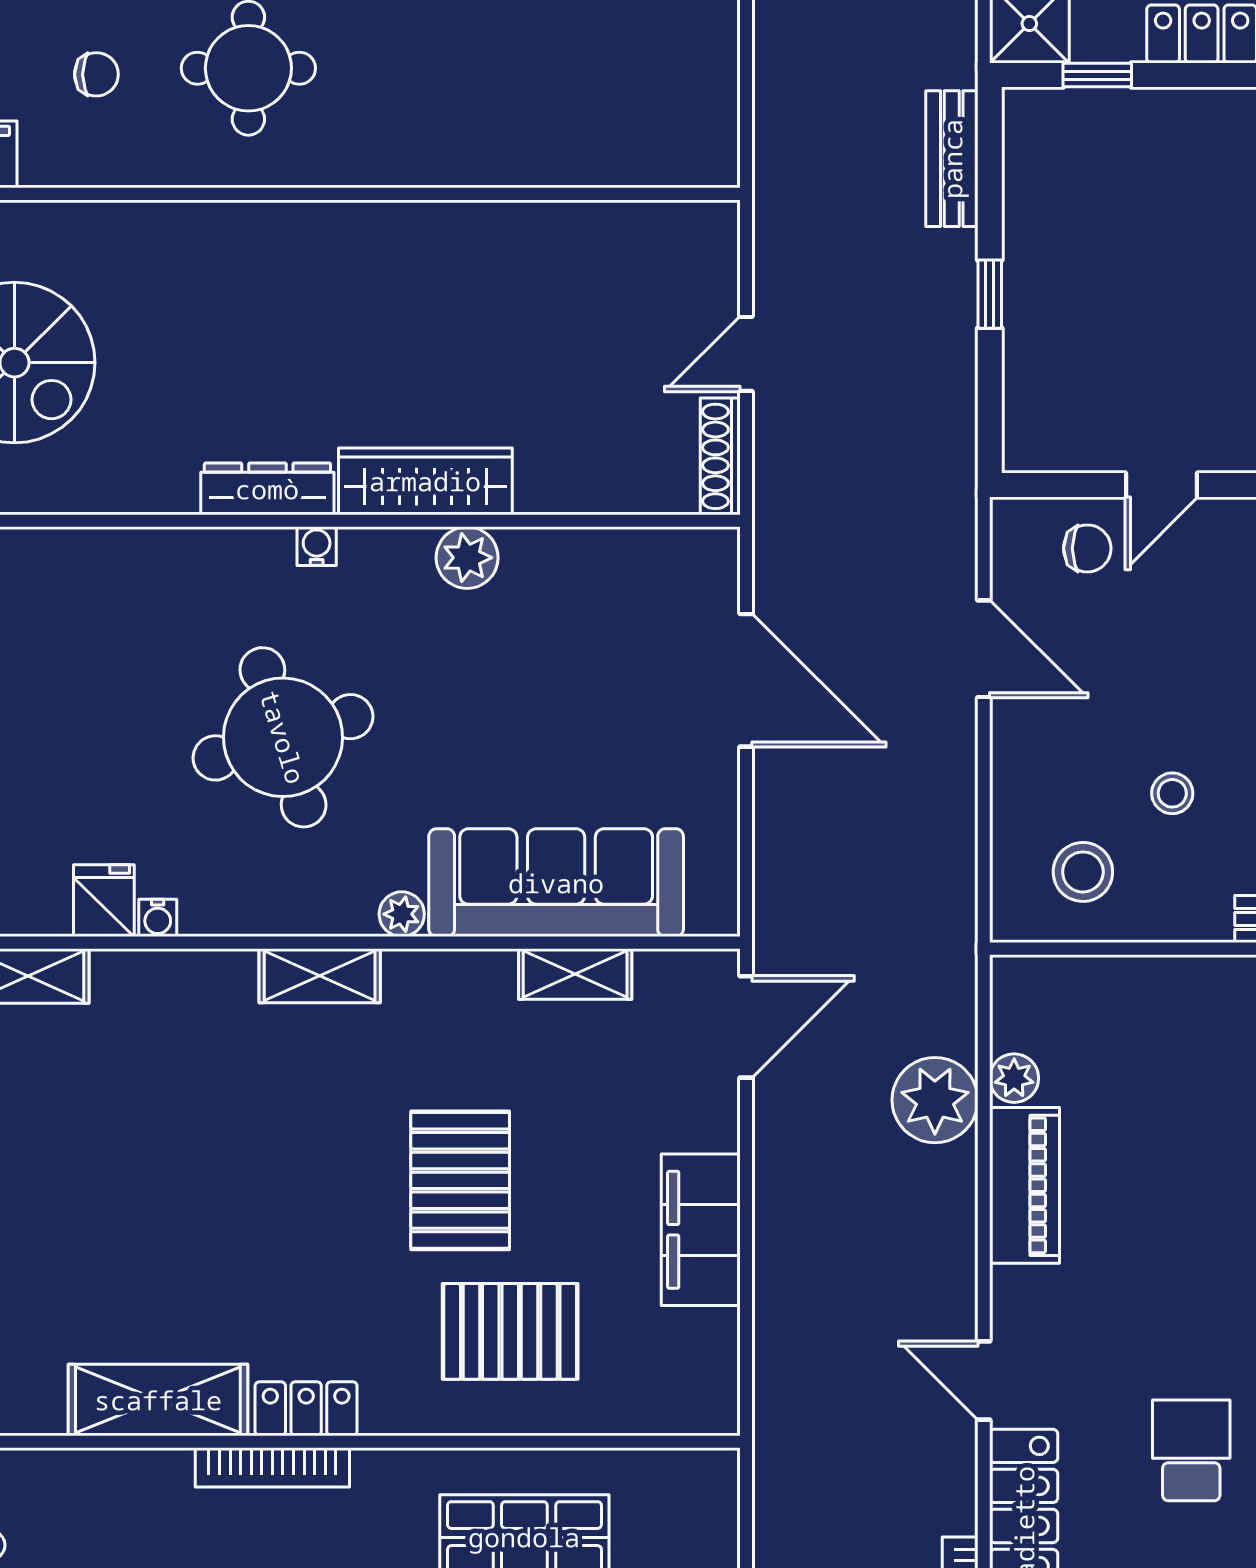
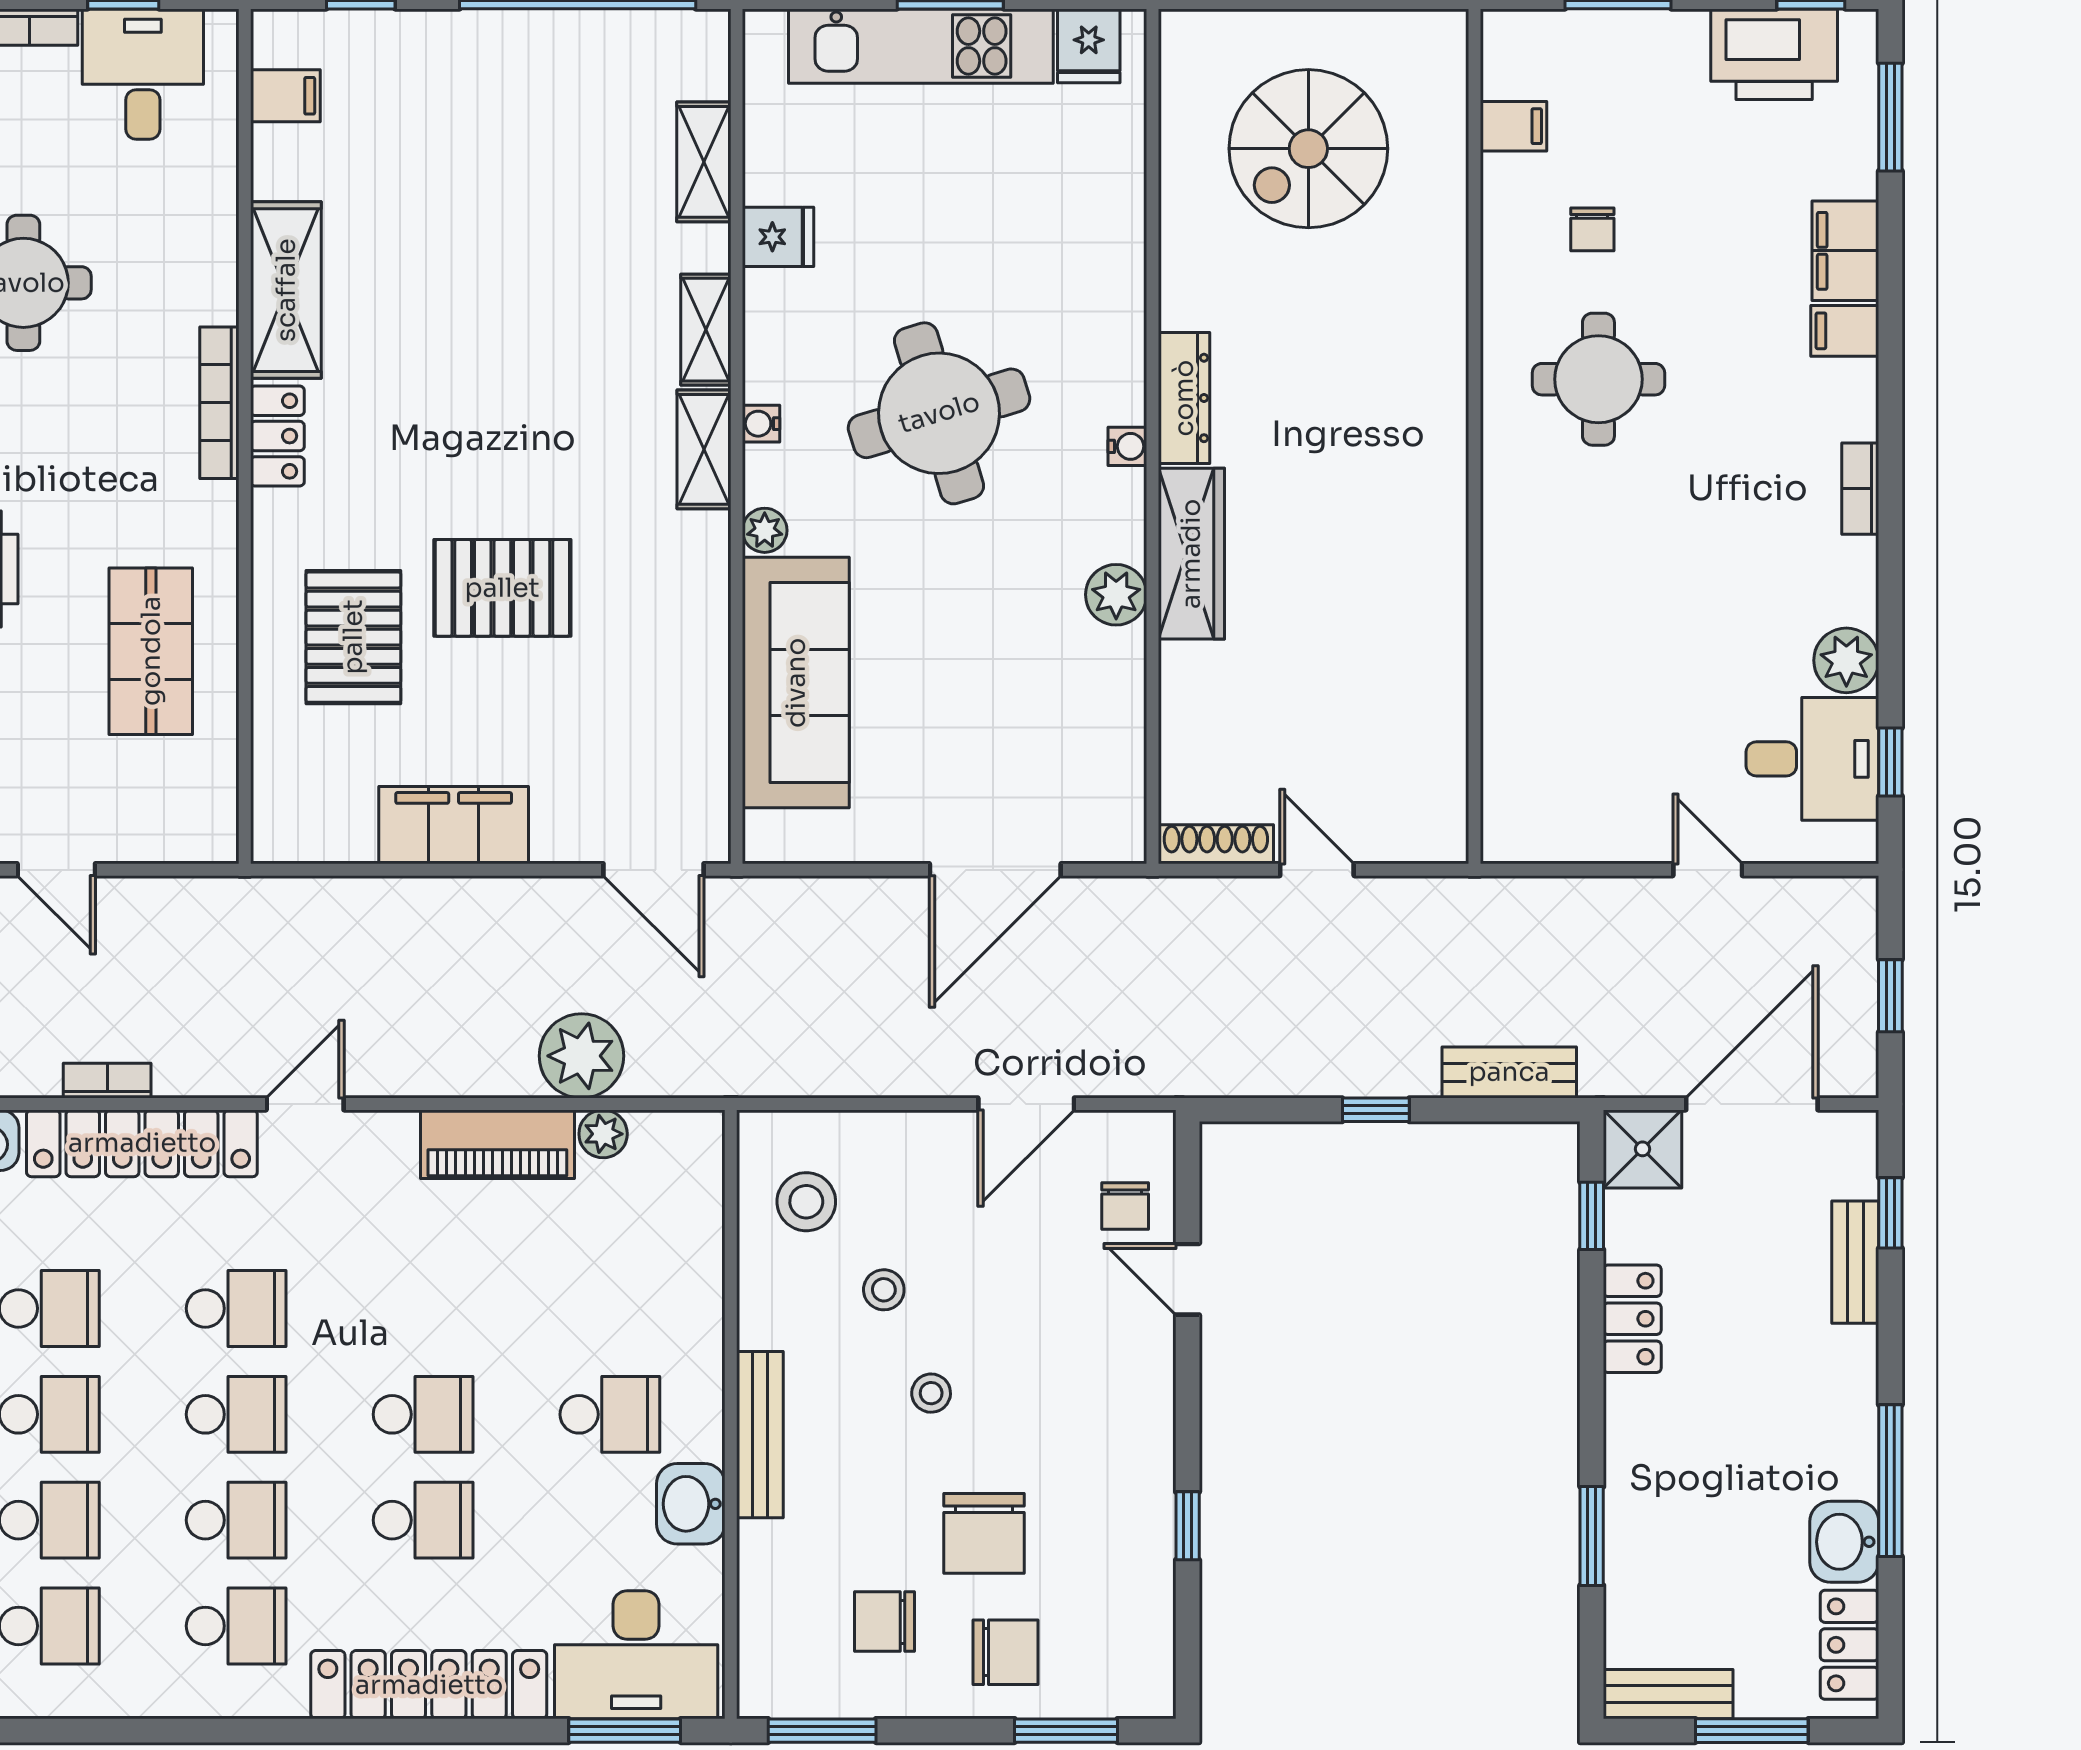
water cooler: (158, 918) -> (761, 424), moved
shelving: (575, 974) -> (706, 330), moved

